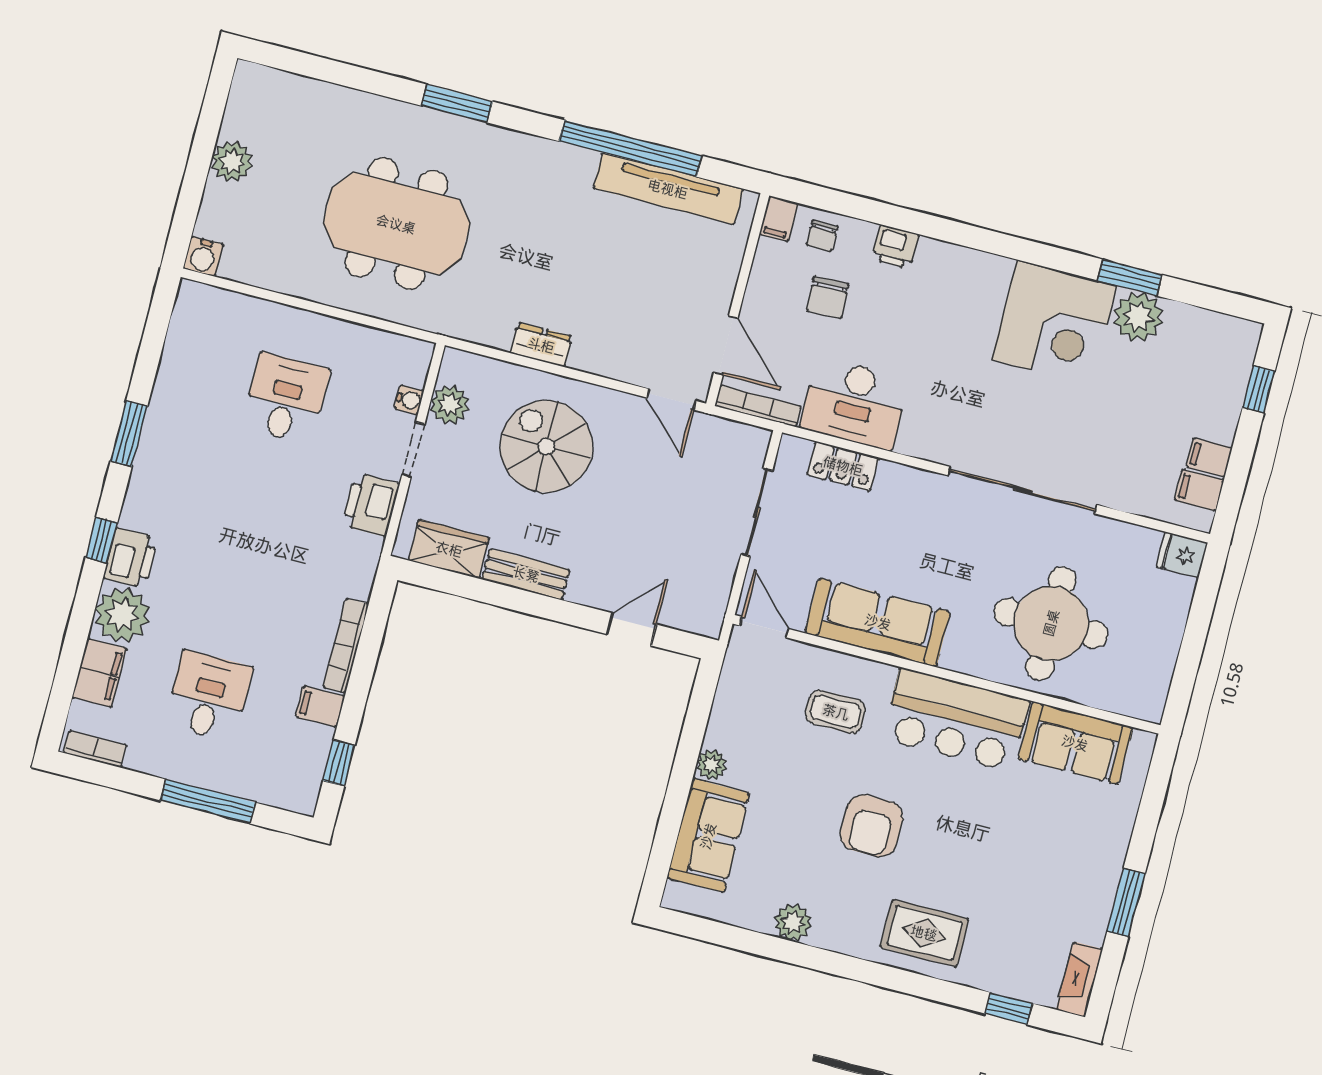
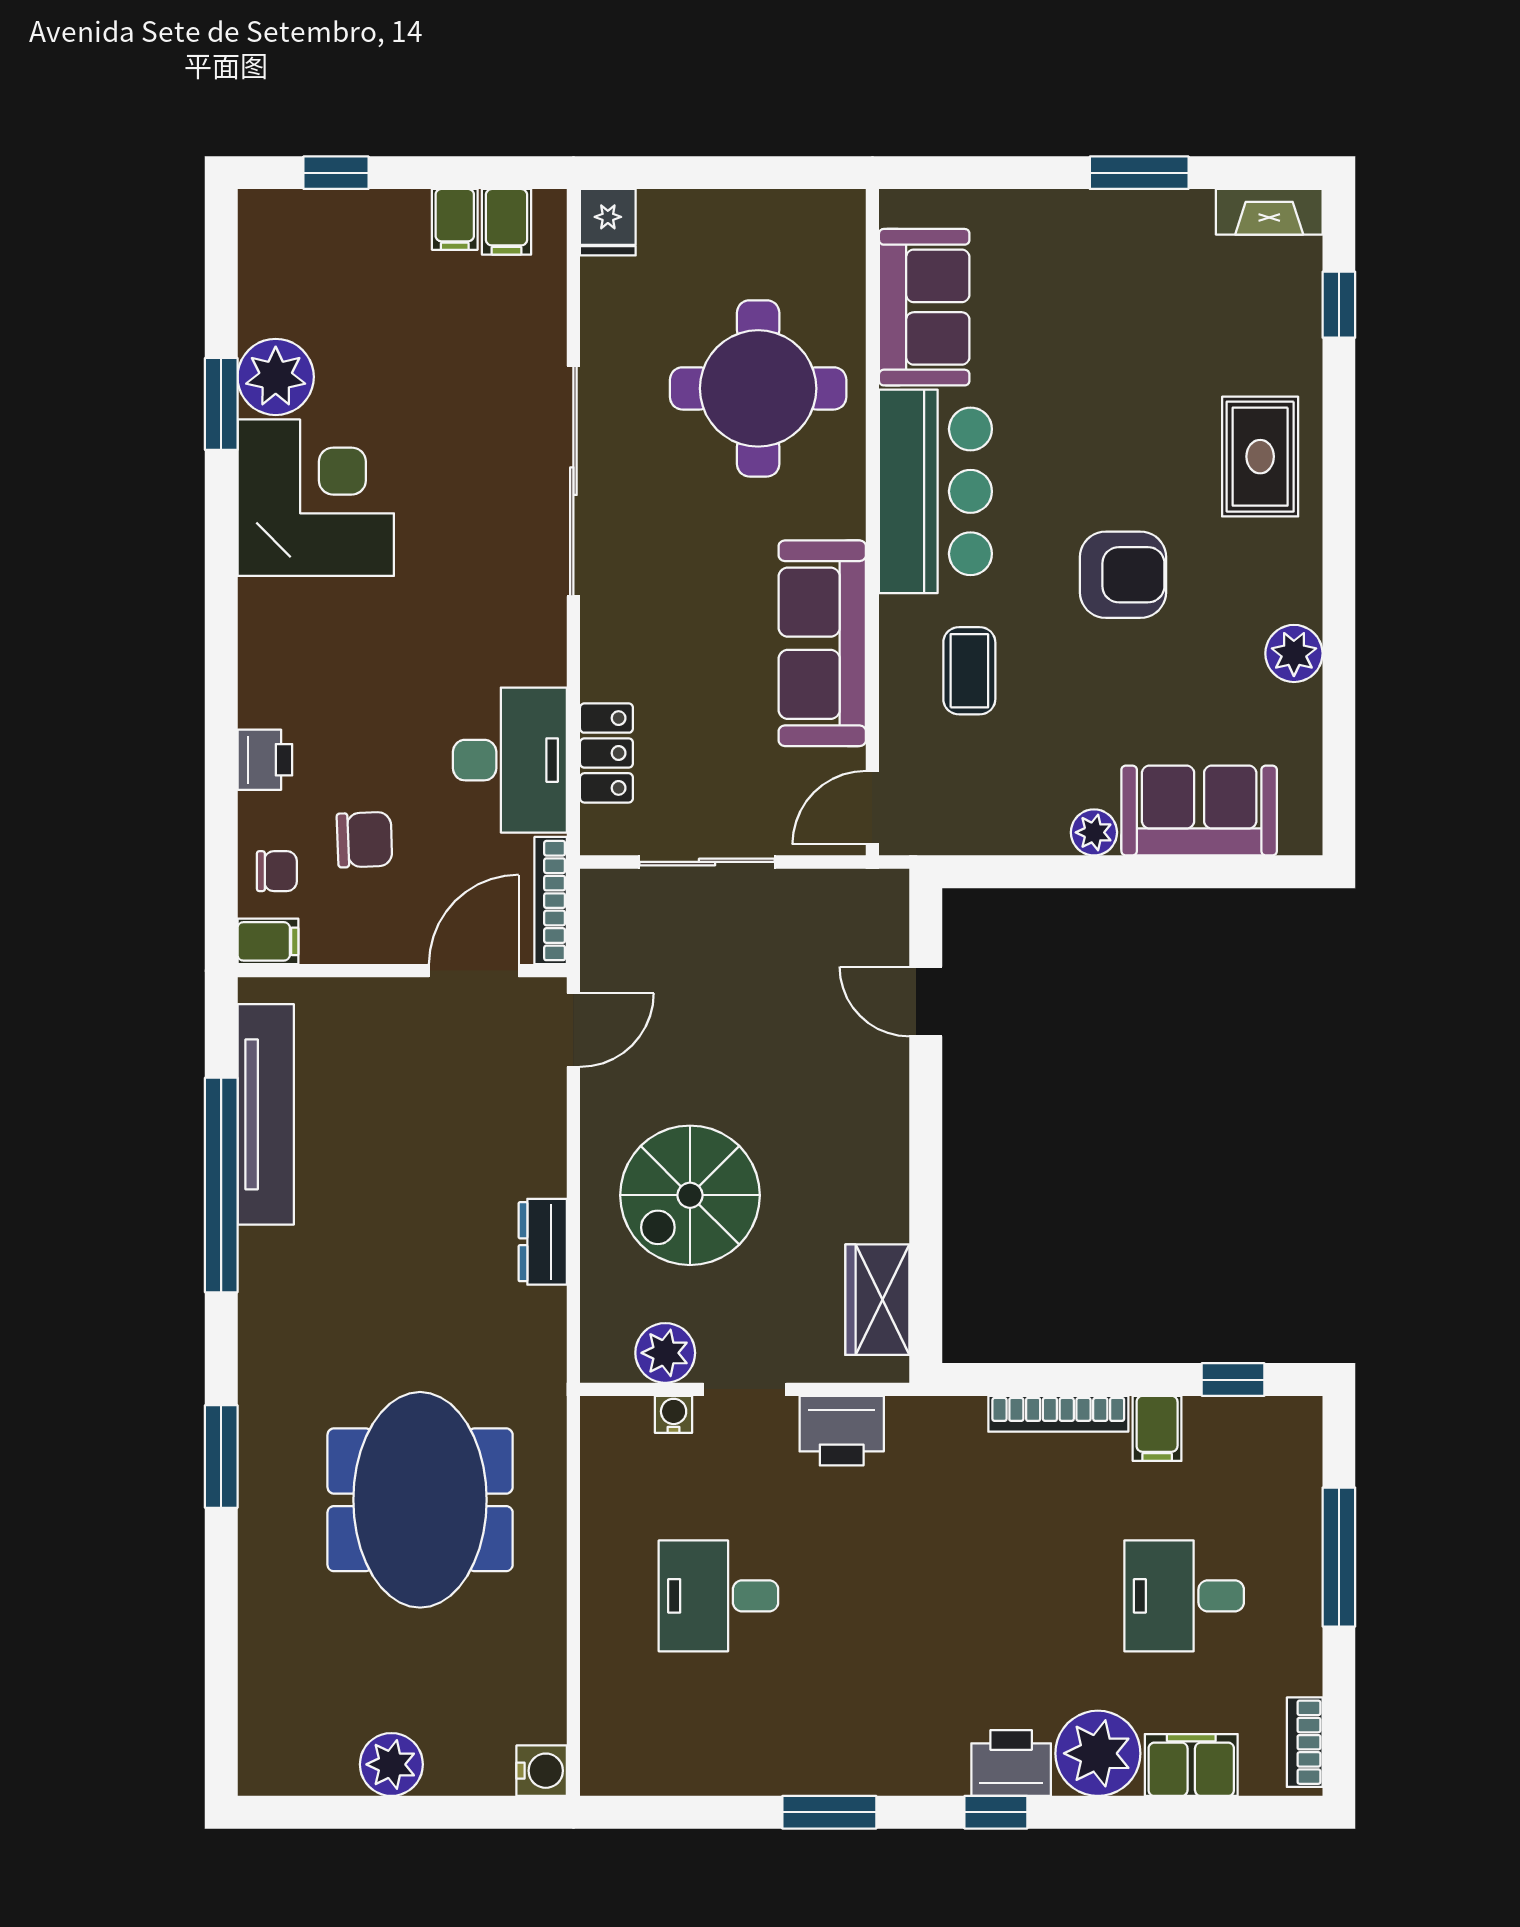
bench: (526, 574) -> (885, 1177), removed

